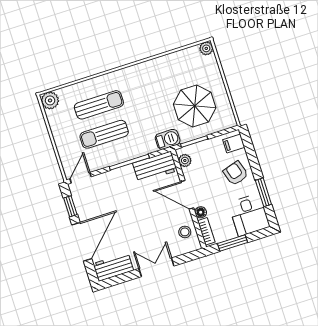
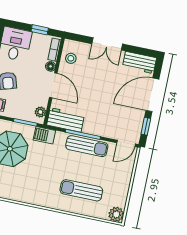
sun lounger: (104, 134) -> (87, 146), moved
window: (232, 243) -> (40, 30), width x0.67

